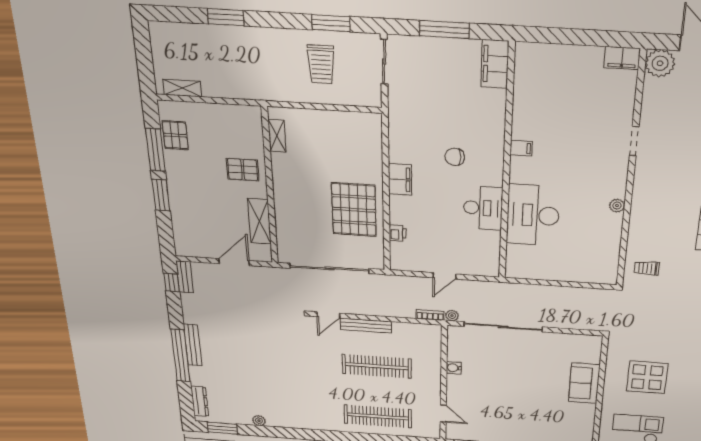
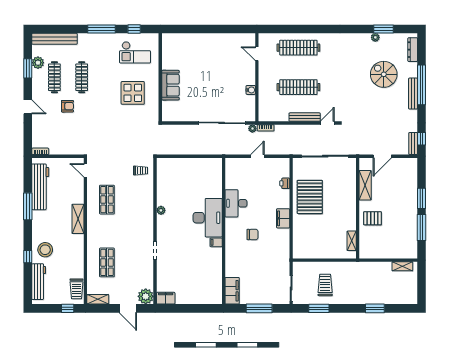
pallet: (175, 135) -> (409, 237), removed
desk: (533, 215) -> (208, 218), moved
spiral stairs: (242, 373) -> (384, 74), added
window: (222, 428) -> (384, 29), moved

